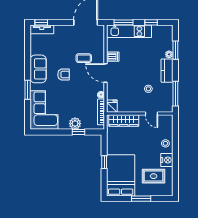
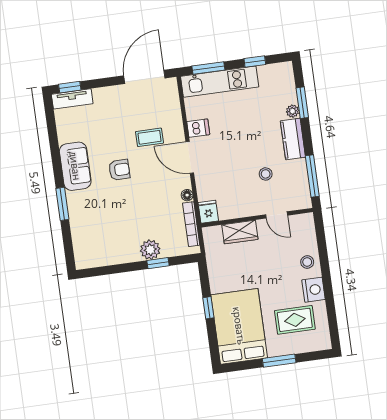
corner sofa: (44, 110) -> (95, 234), removed
wardrobe: (124, 121) -> (240, 232), width x0.67

